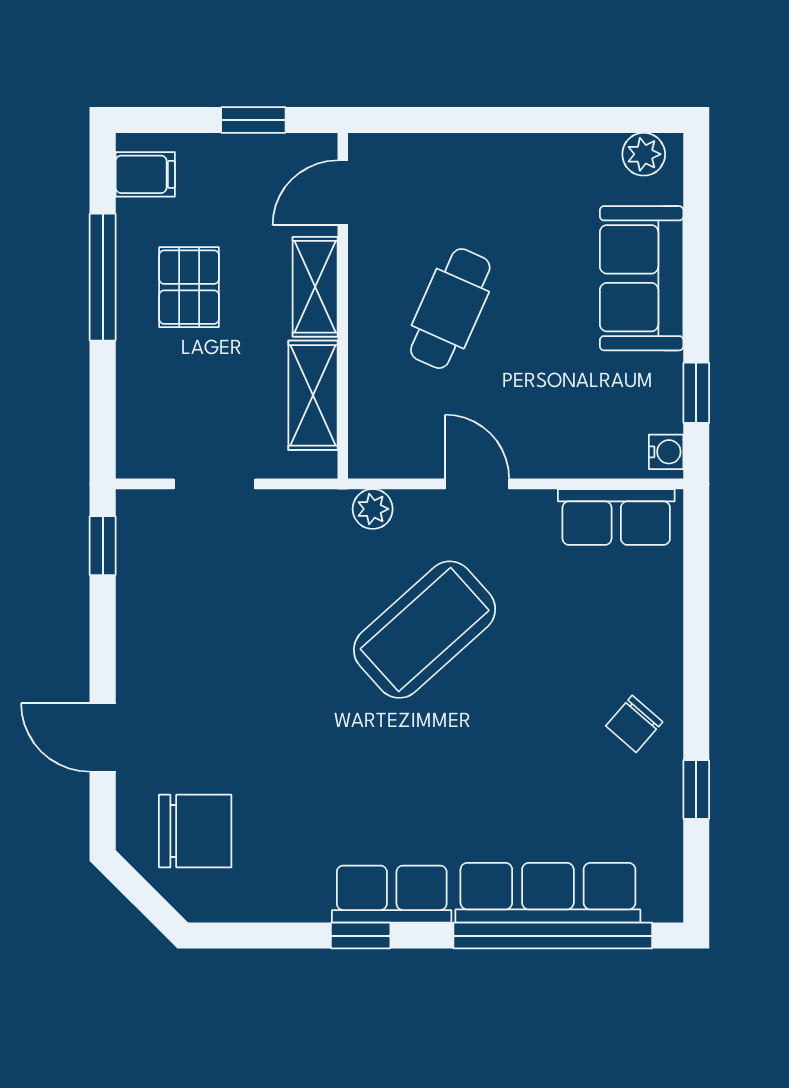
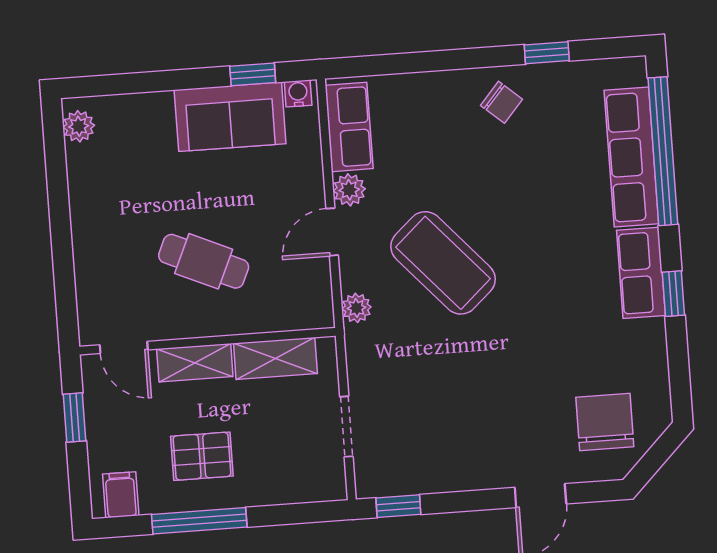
sofa: (642, 278) -> (230, 117), moved
plant: (532, 511) -> (349, 190), added

